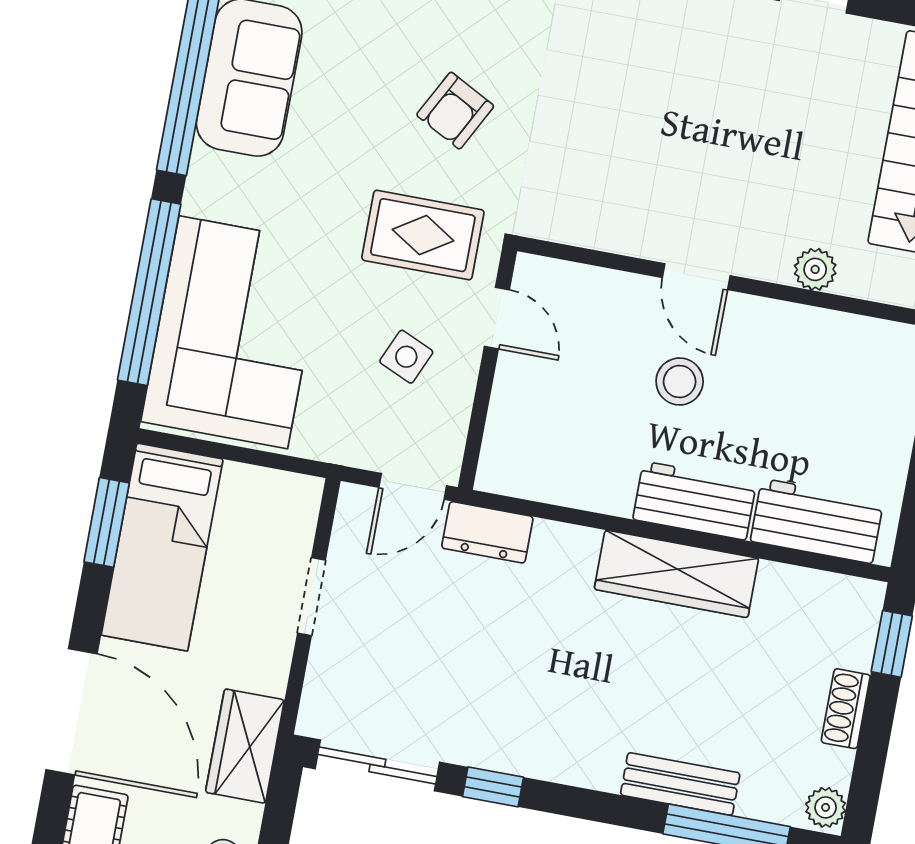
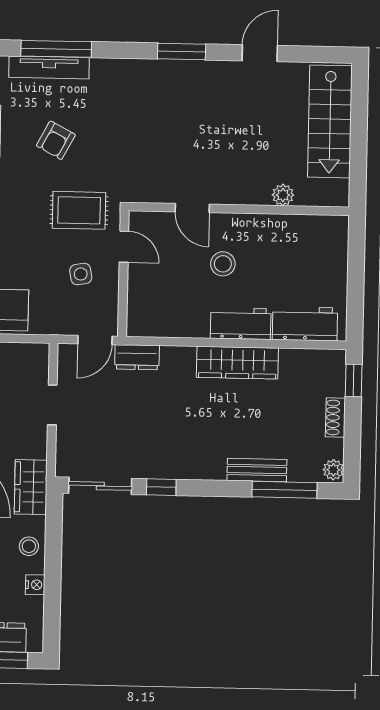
armchair: (455, 111) -> (56, 140), moved
door: (696, 277) -> (192, 208), moved
side table: (406, 357) -> (81, 274), turned -34

